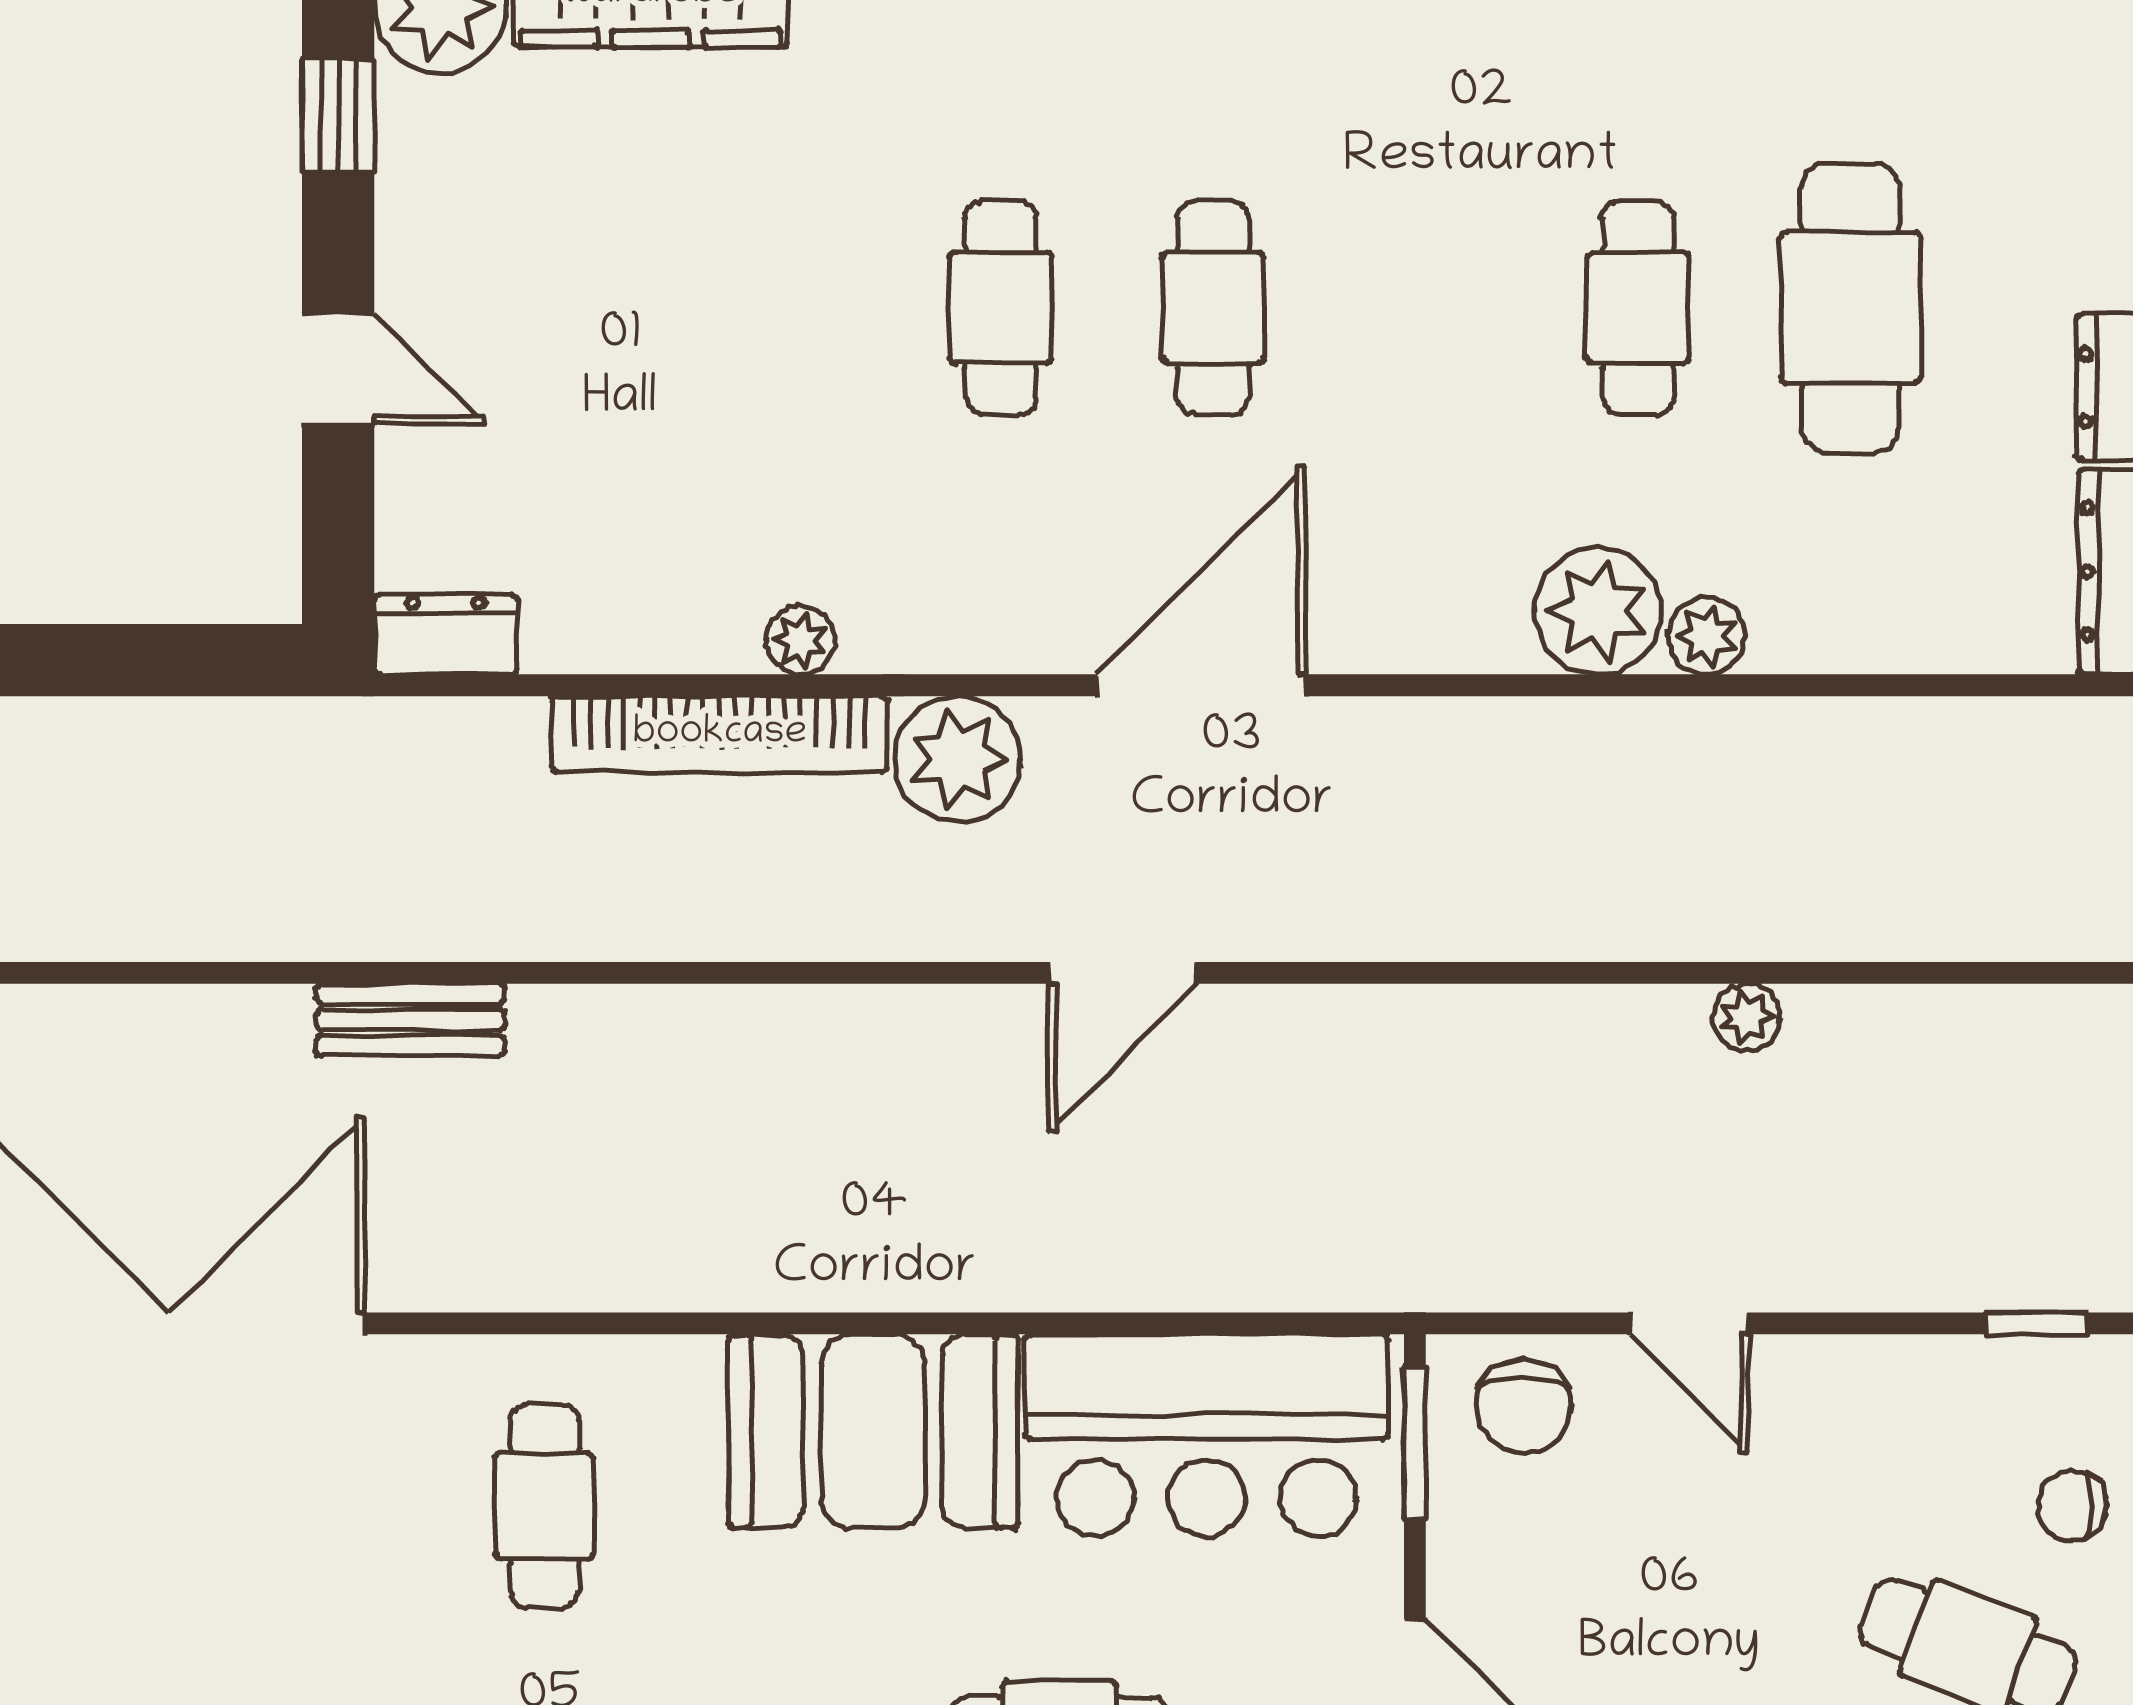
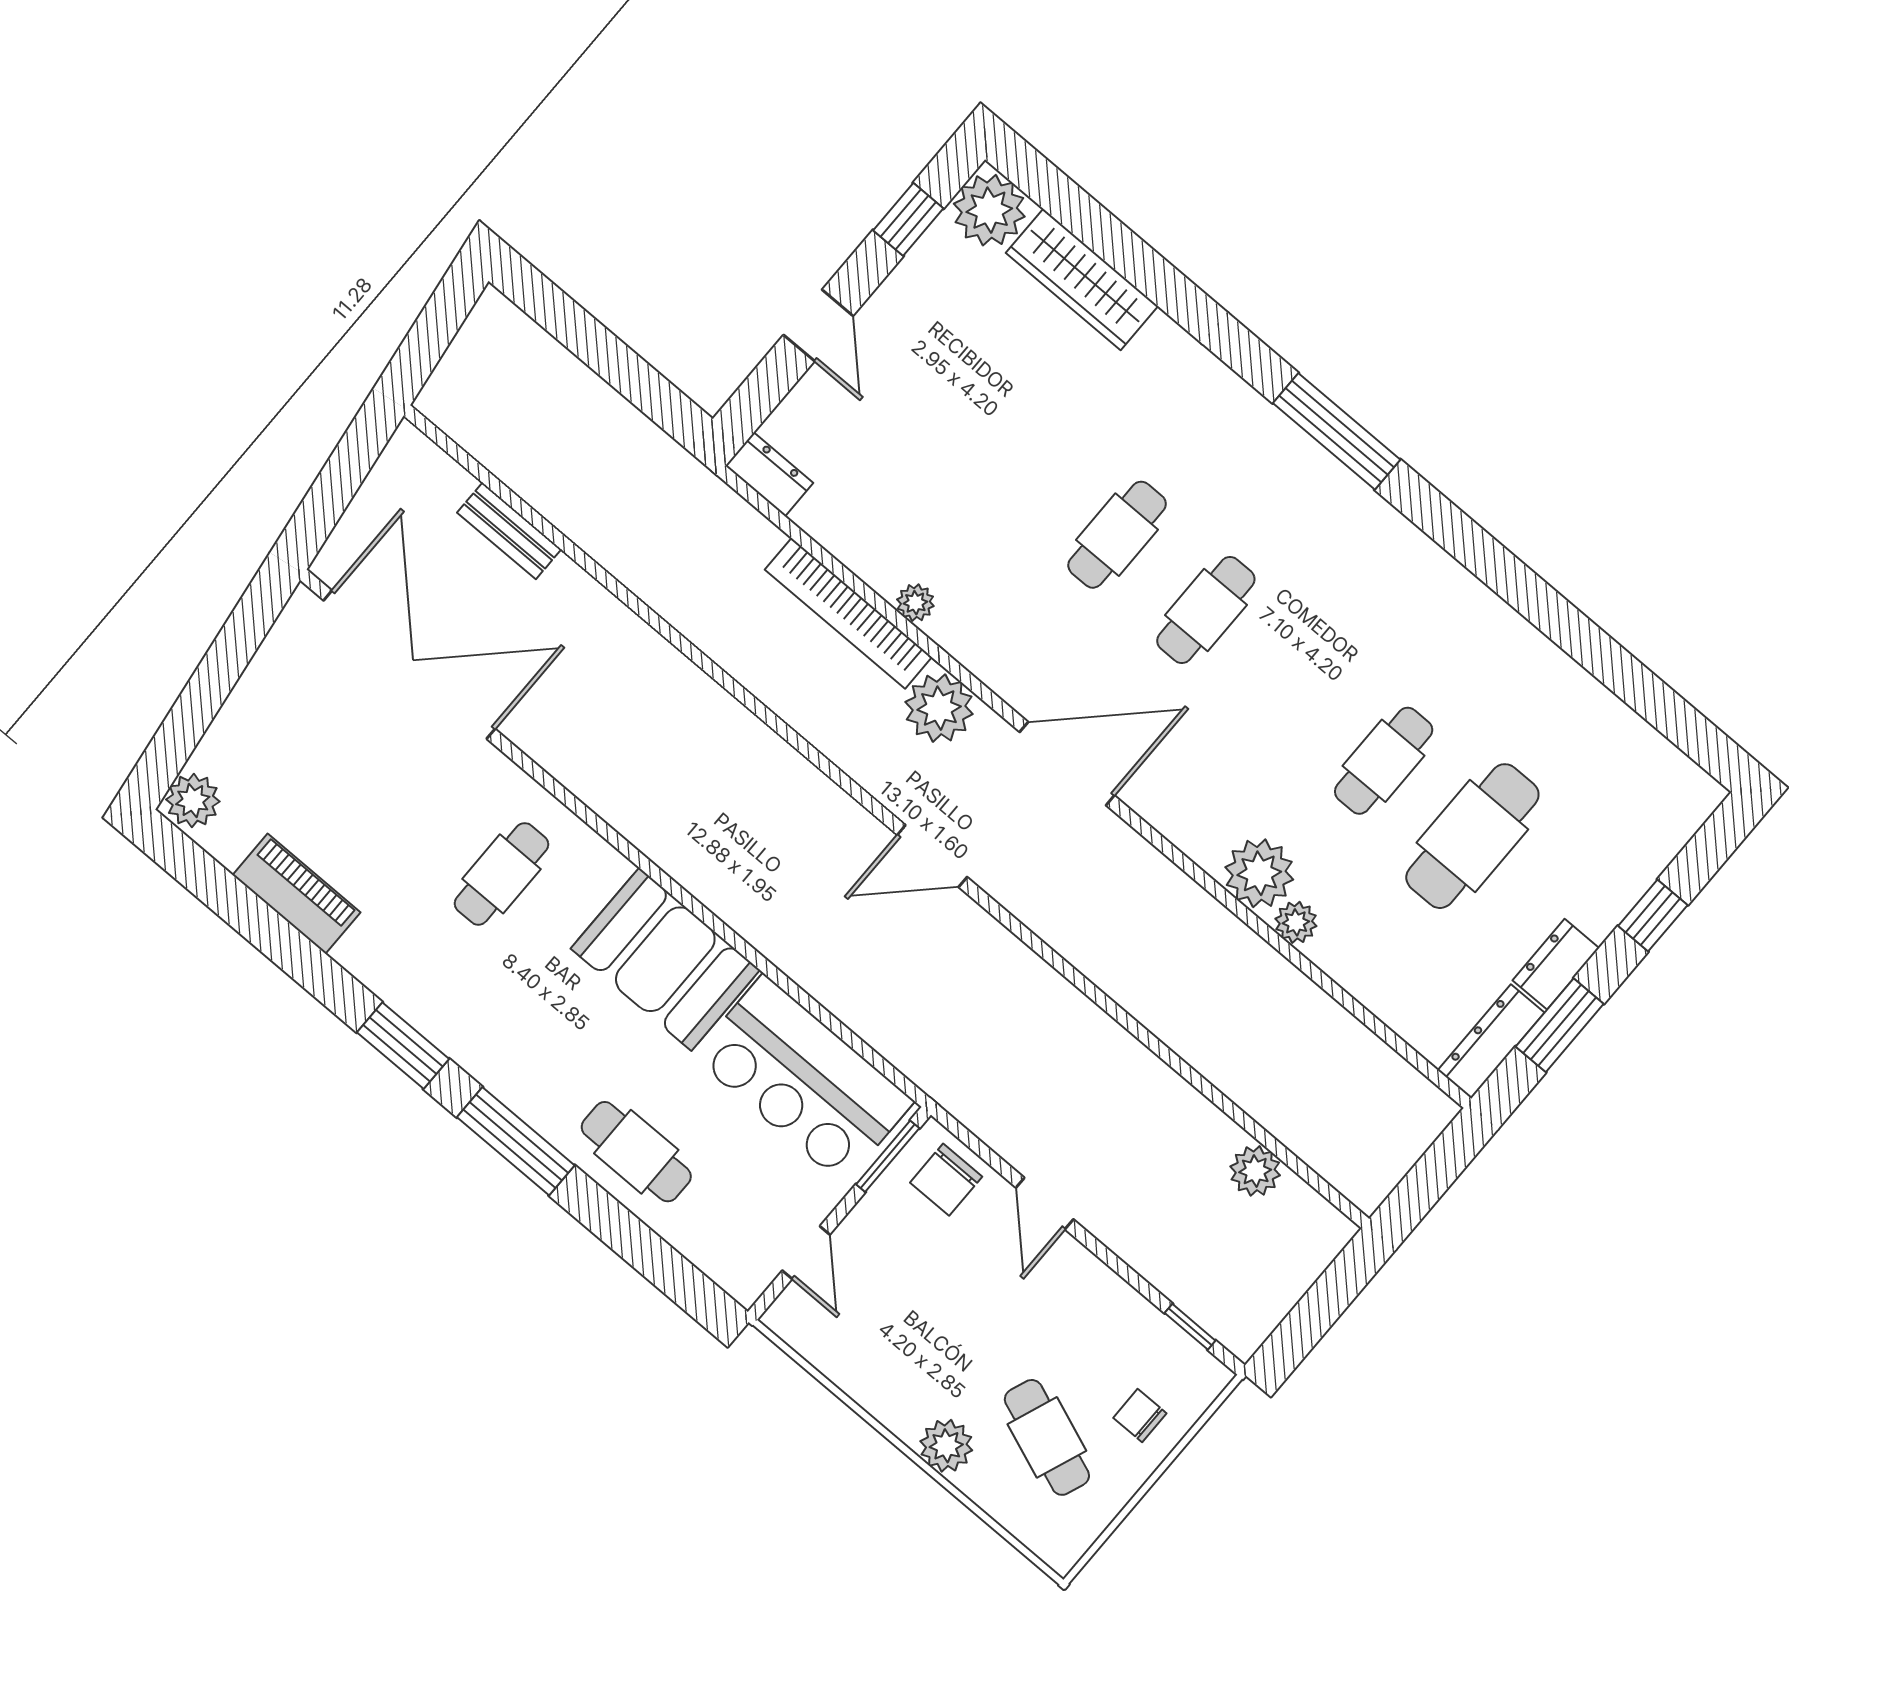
plant: (1746, 1017) -> (1255, 1171), moved, width x1.38, depth x1.38
bench: (410, 1020) -> (509, 531), moved

